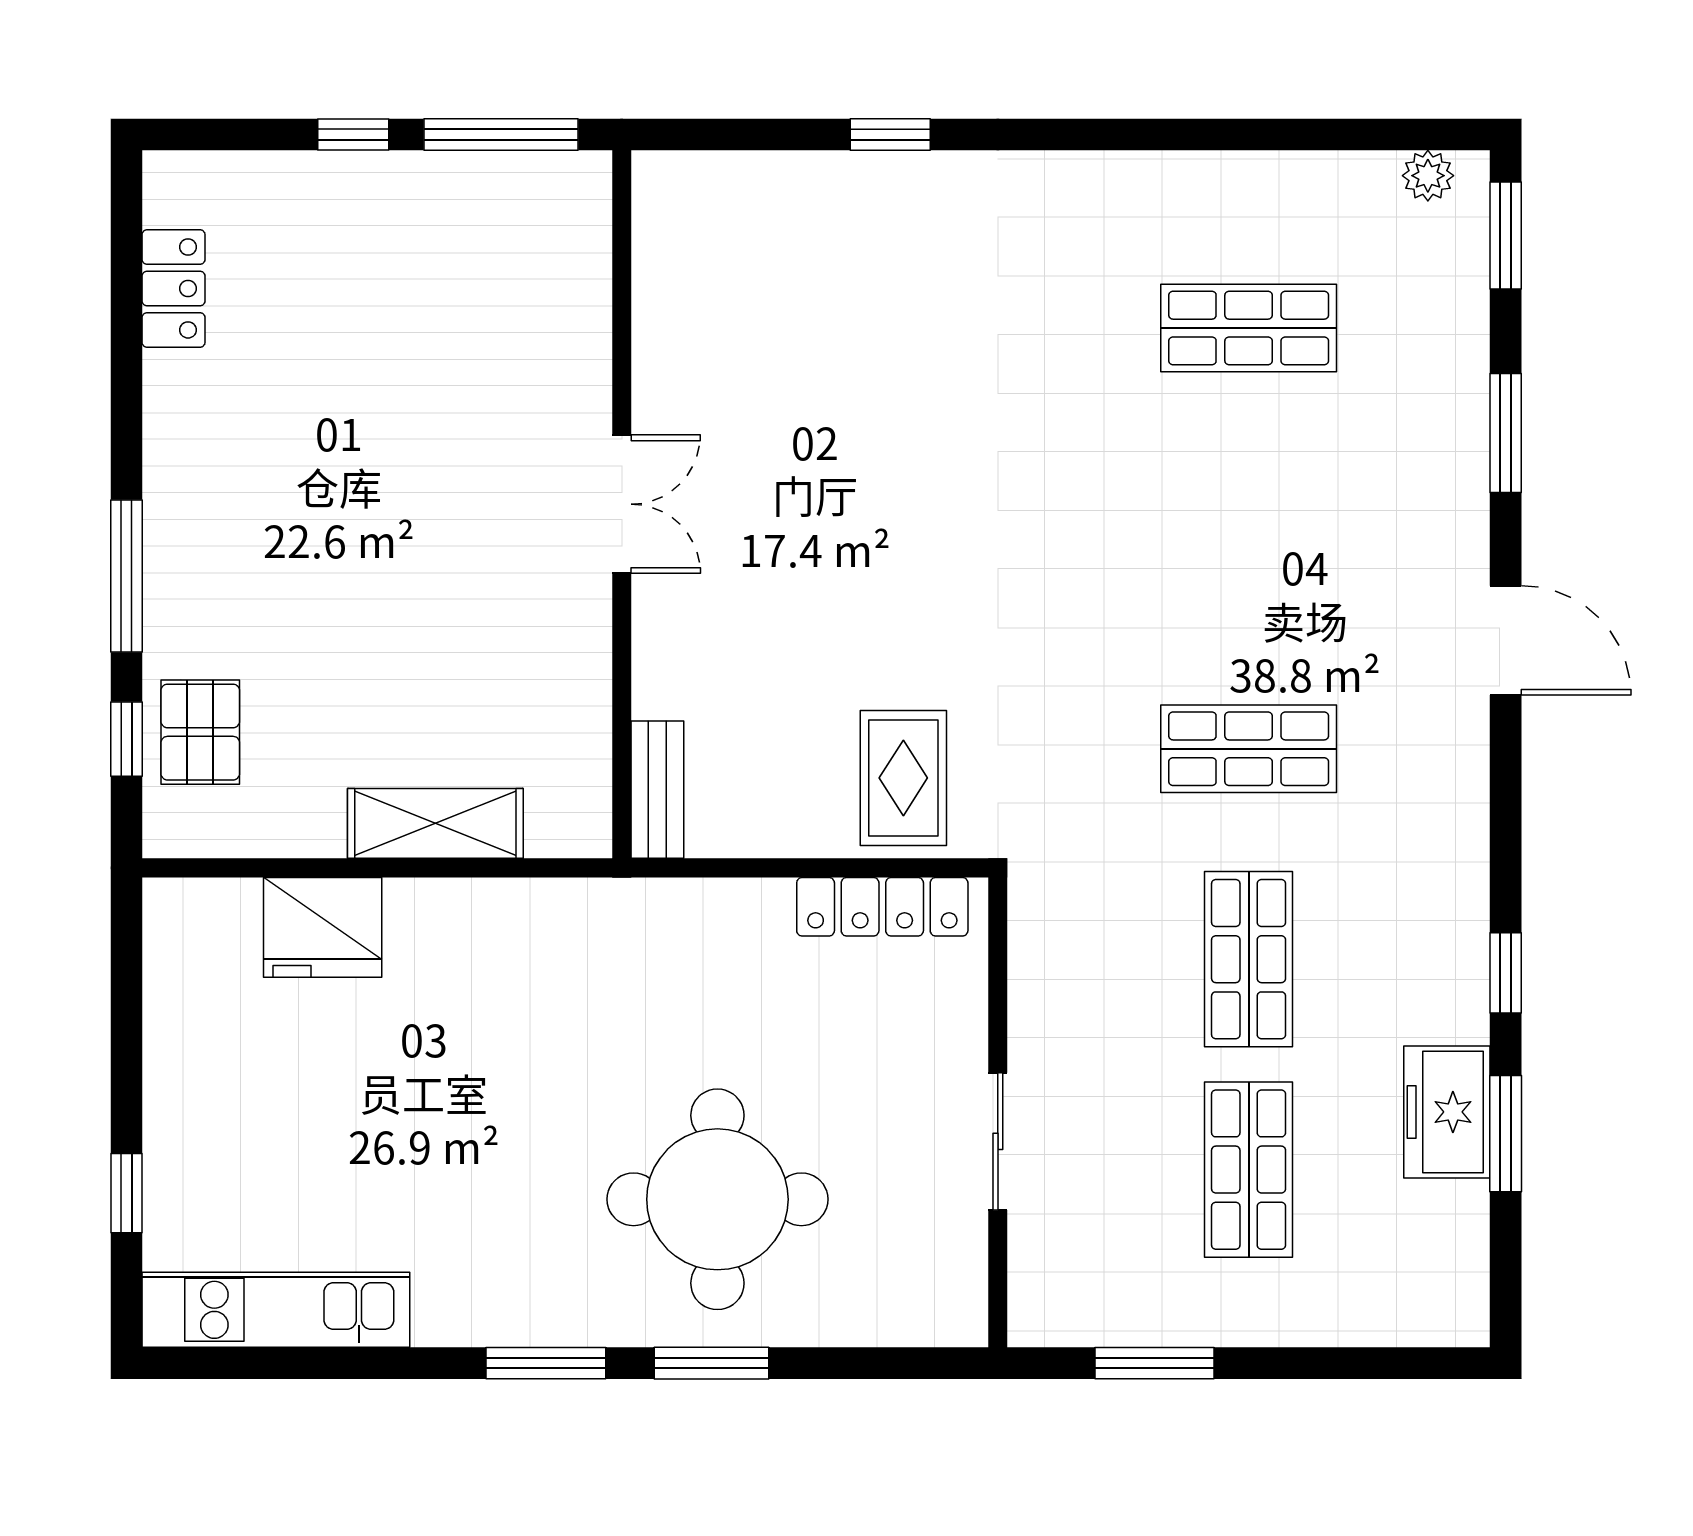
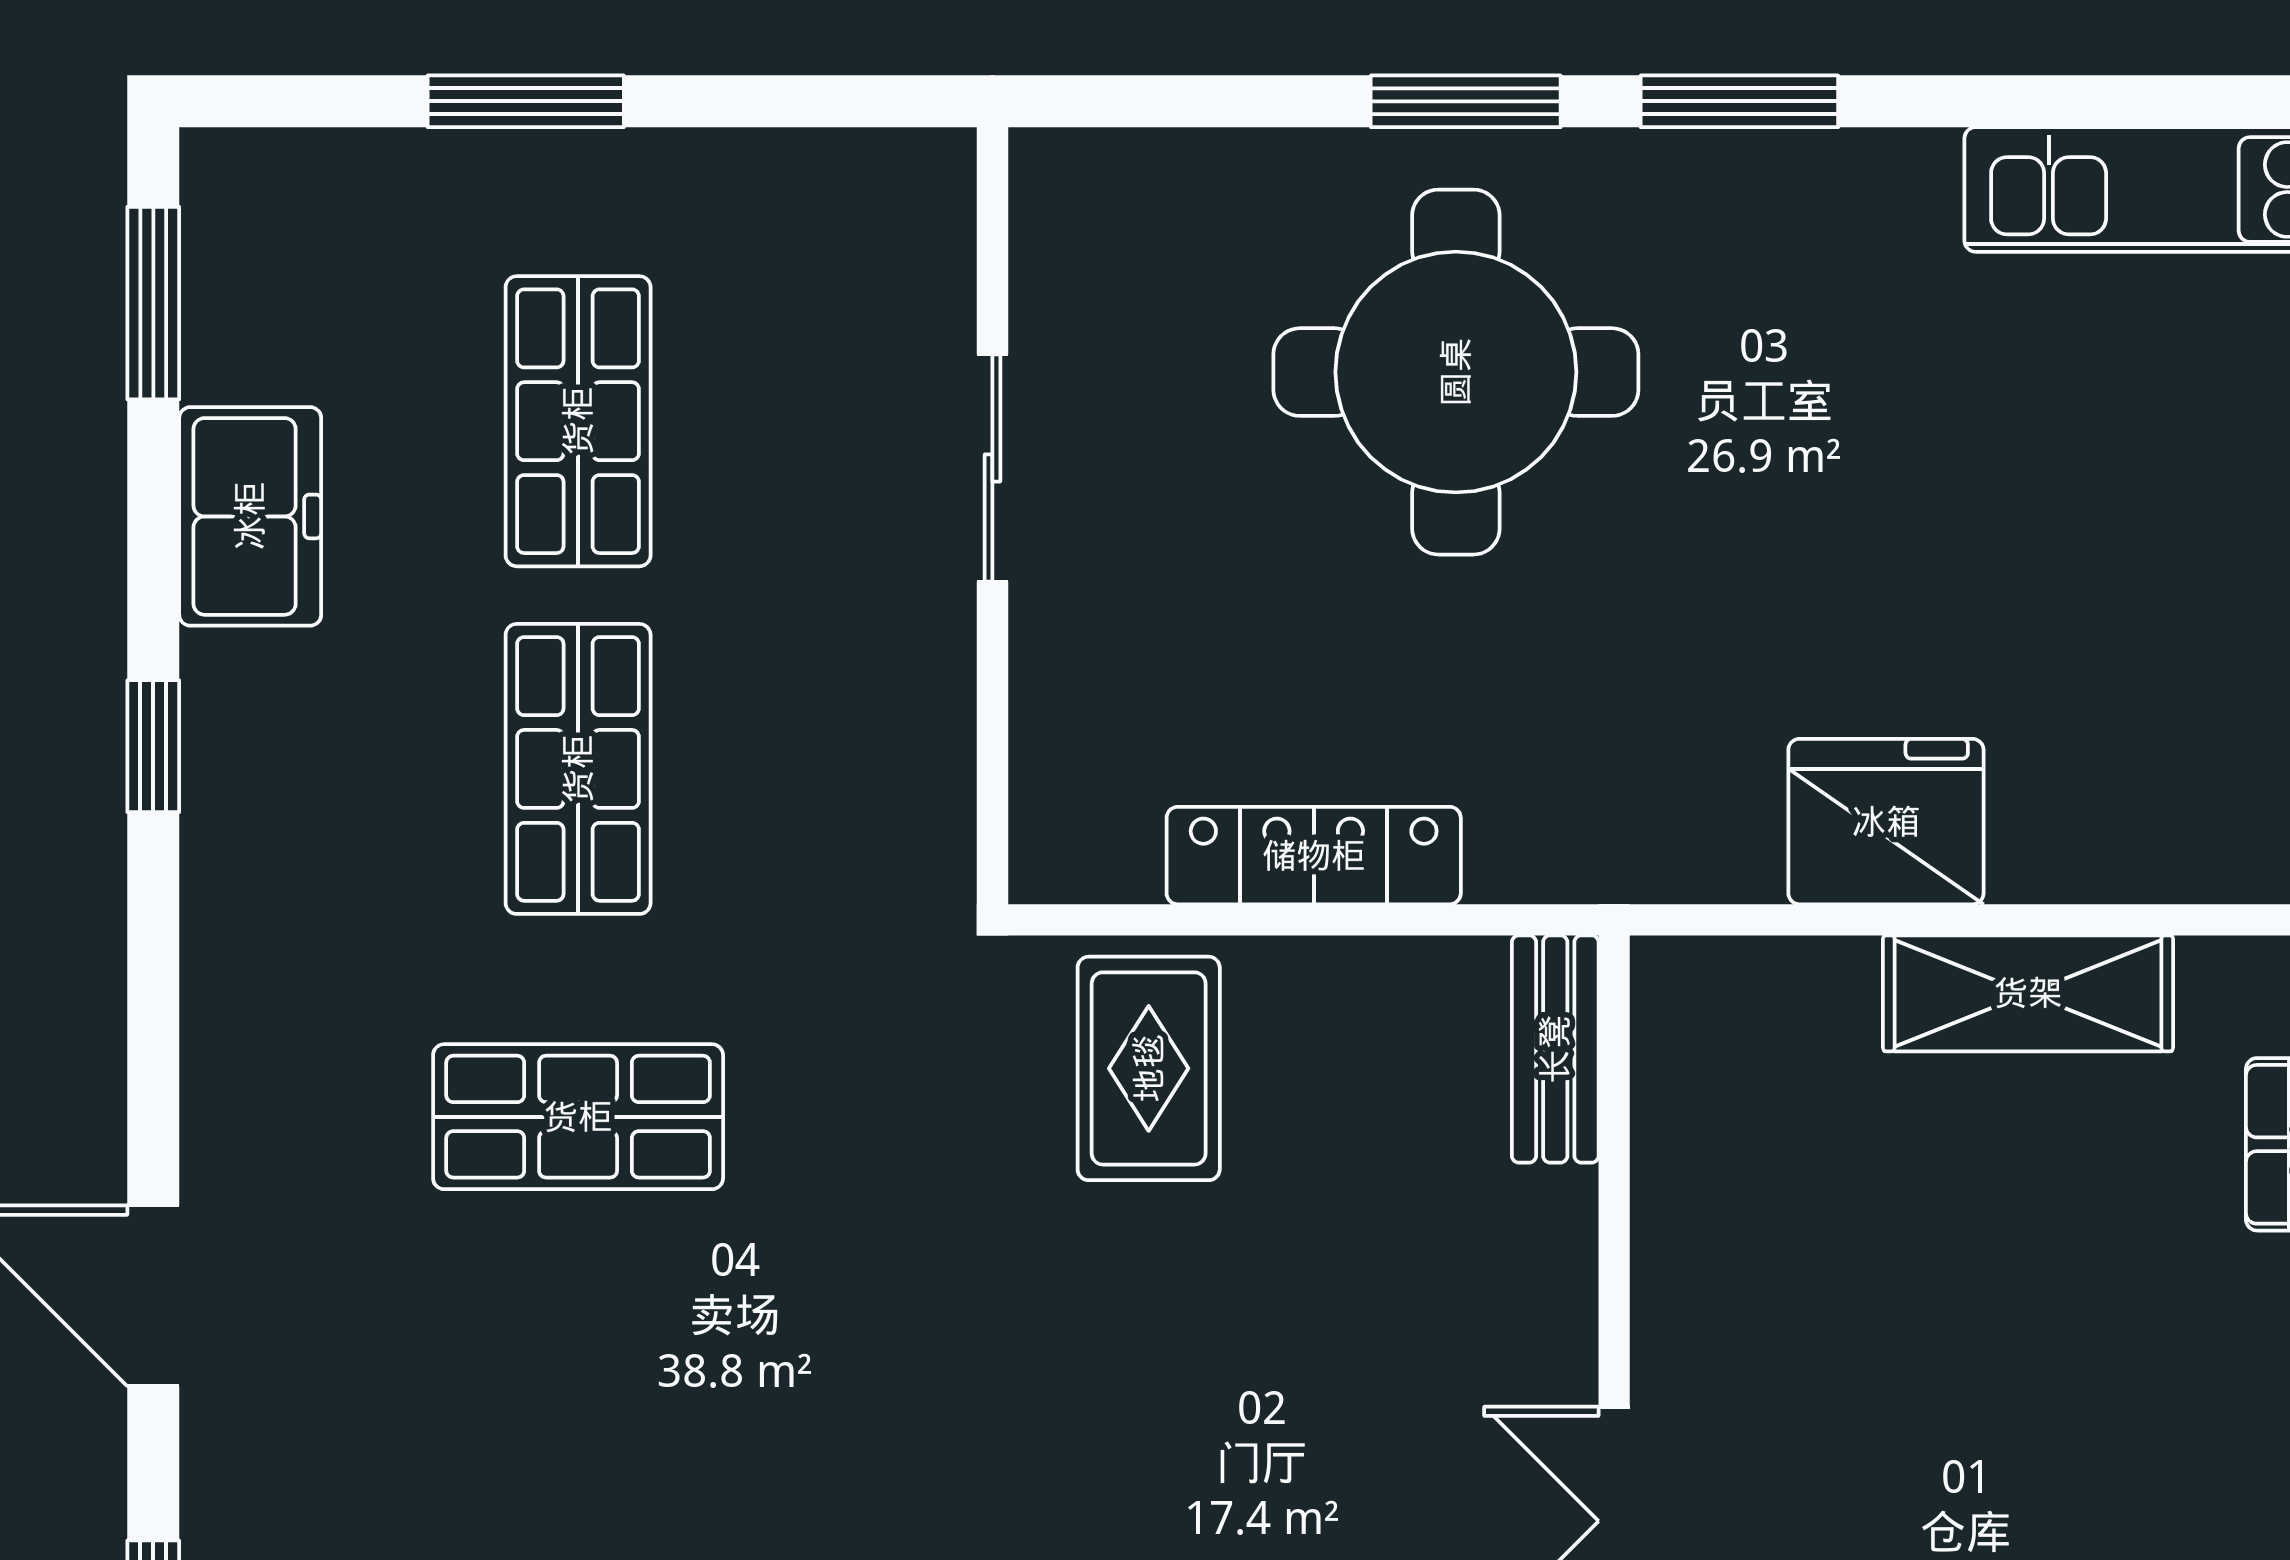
shelving: (435, 823) -> (2028, 993), moved
locker: (882, 907) -> (1314, 856), moved
fridge: (323, 927) -> (1886, 822), moved
window: (1506, 1134) -> (153, 303), moved
window: (1155, 1363) -> (526, 101), moved

